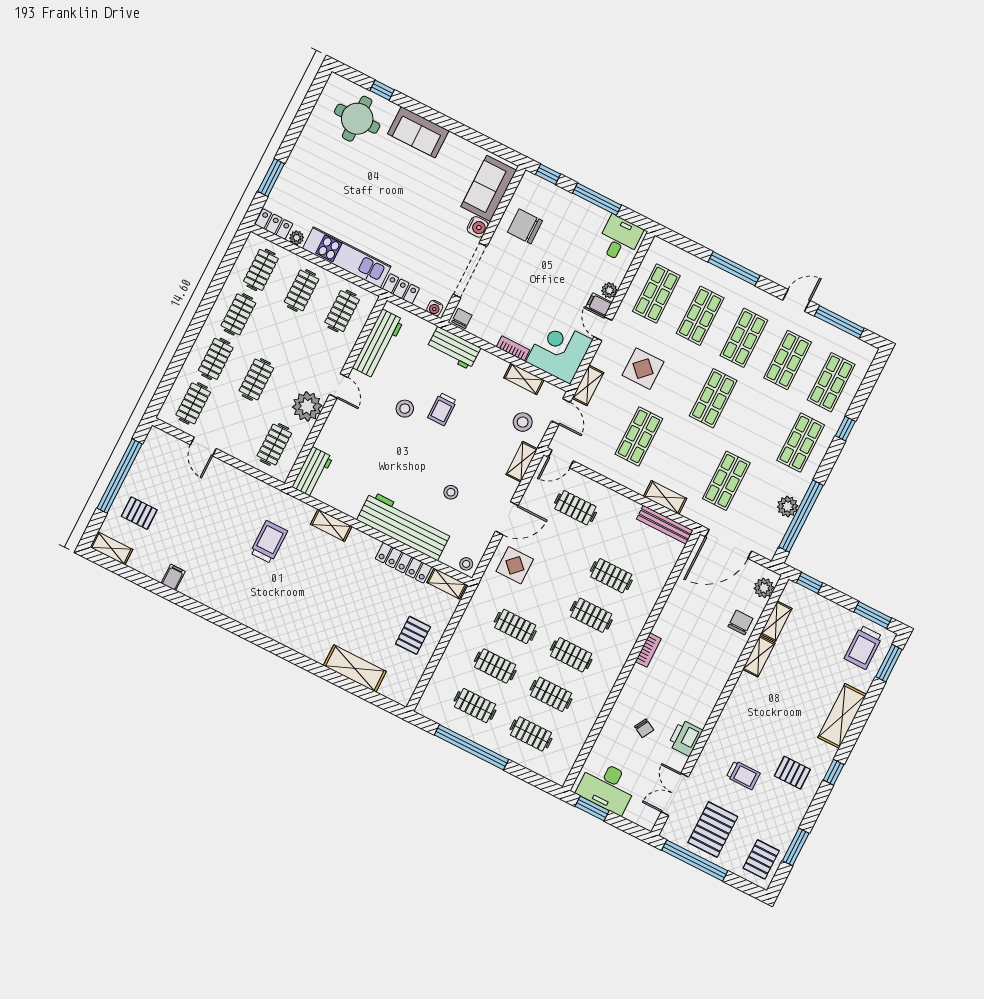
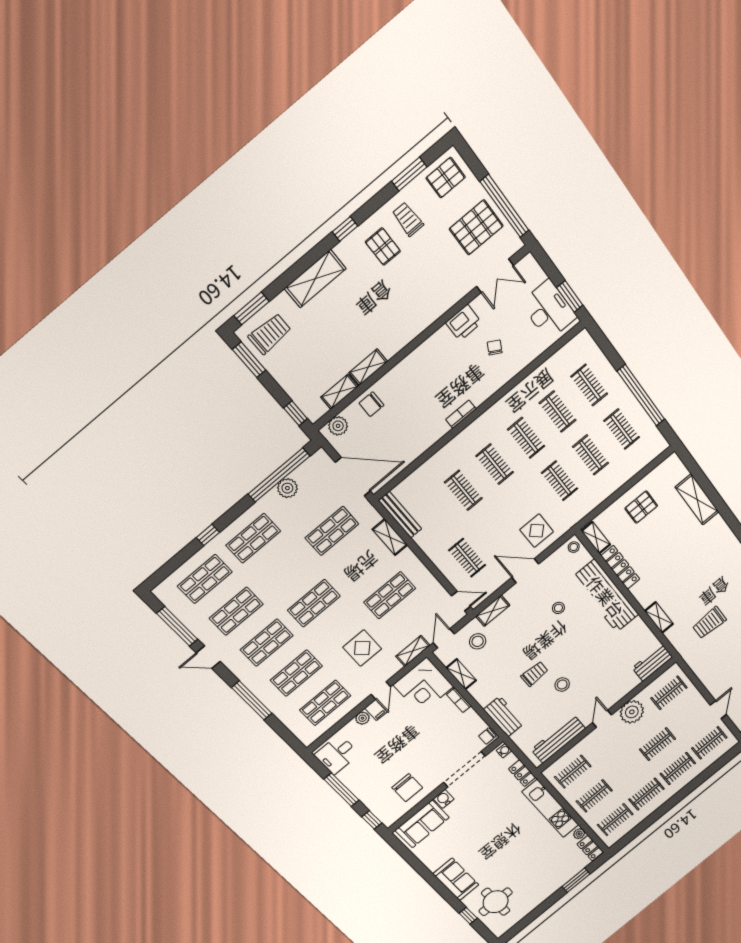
trolley: (743, 775) -> (408, 219), moved

